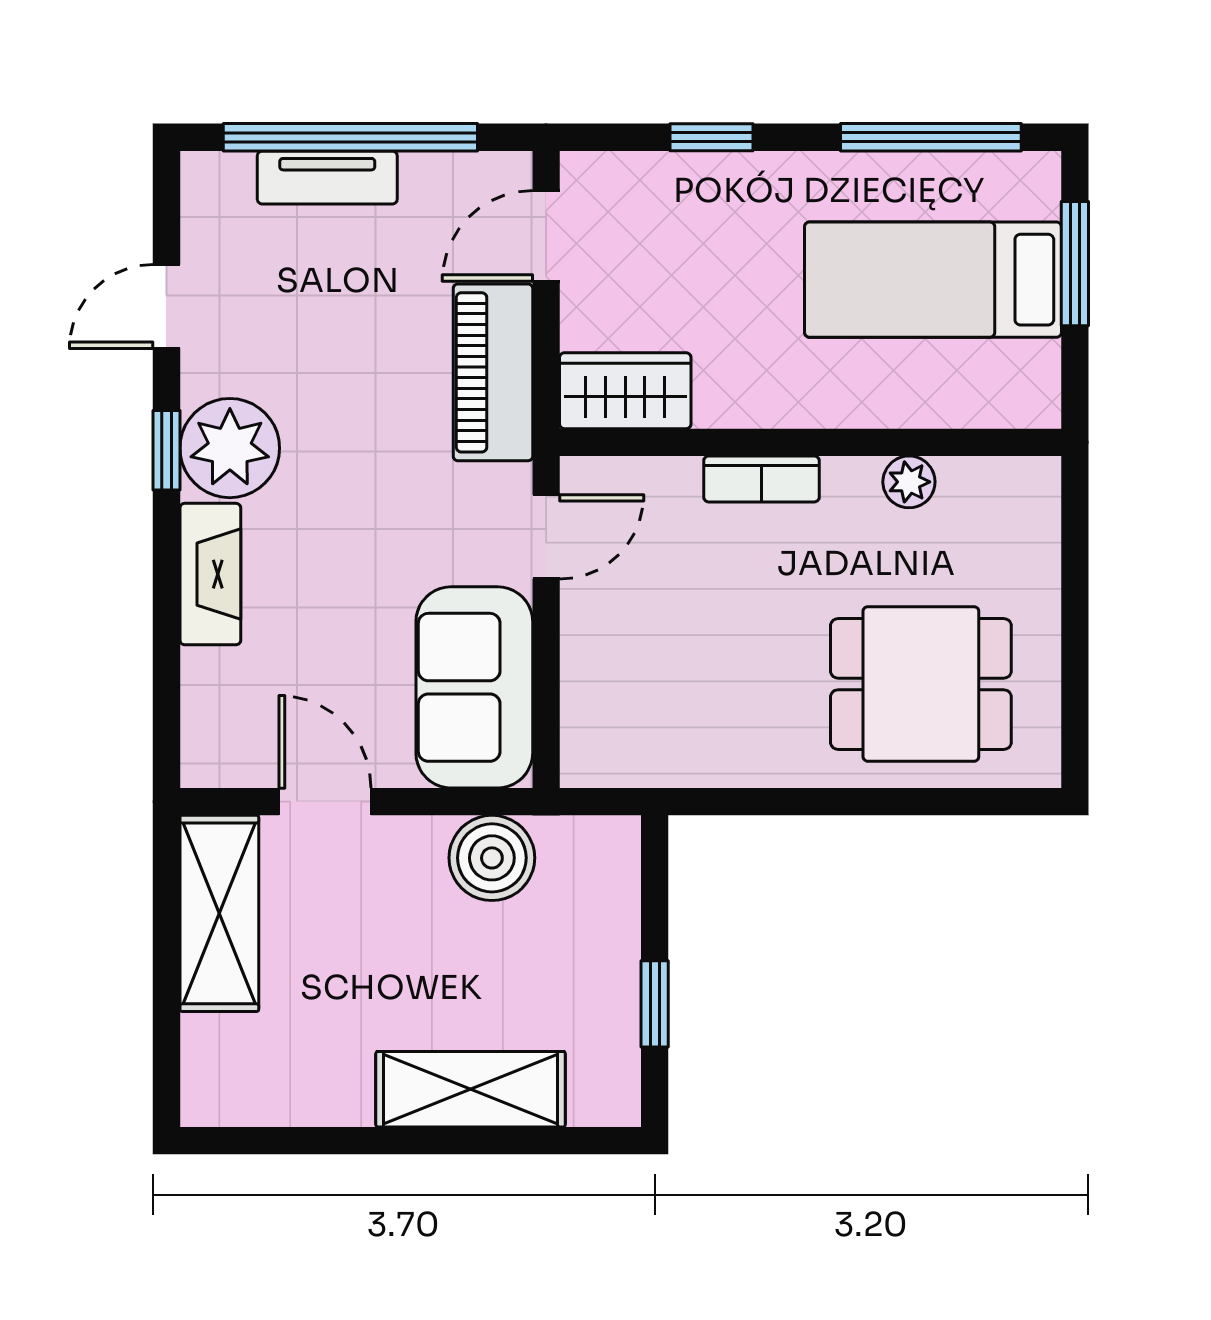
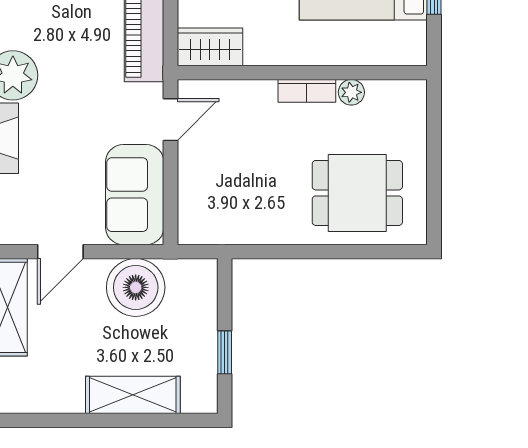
bookcase: (761, 479) -> (307, 91), moved
door: (325, 802) -> (60, 252), swing flipped
boiler: (492, 858) -> (136, 287), width x1.37, depth x1.37

